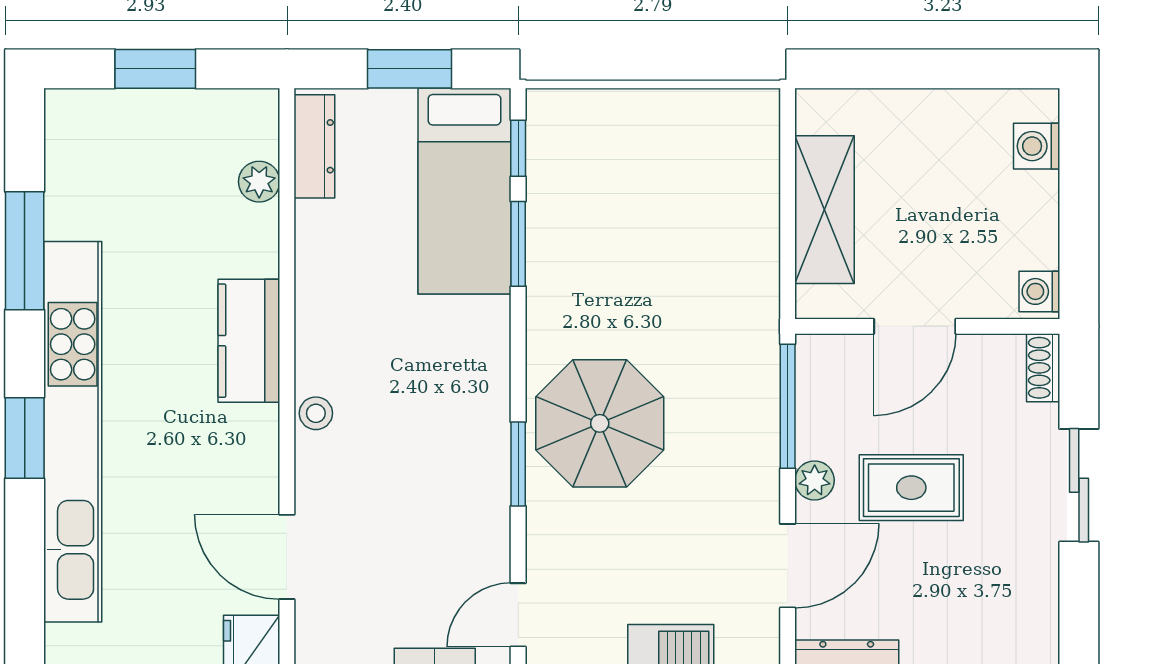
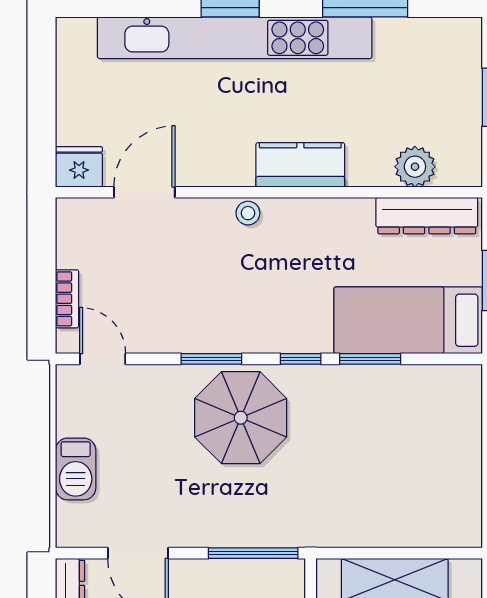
dresser: (314, 146) -> (427, 216), width x1.37, depth x1.24
window: (518, 148) -> (301, 359), moved
plant: (259, 182) -> (415, 167), width x1.38, depth x1.38
plant: (815, 480) -> (200, 573), removed

